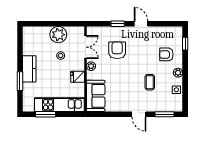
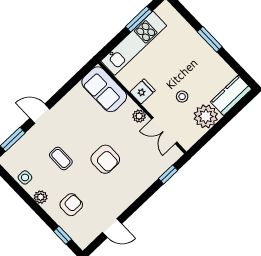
window: (118, 24) -> (168, 174), moved
door: (141, 24) -> (112, 228), moved
armchair: (117, 50) -> (105, 159), moved
kitchen counter: (29, 69) -> (231, 95), moved, turned 90
window: (20, 81) -> (210, 39), moved

